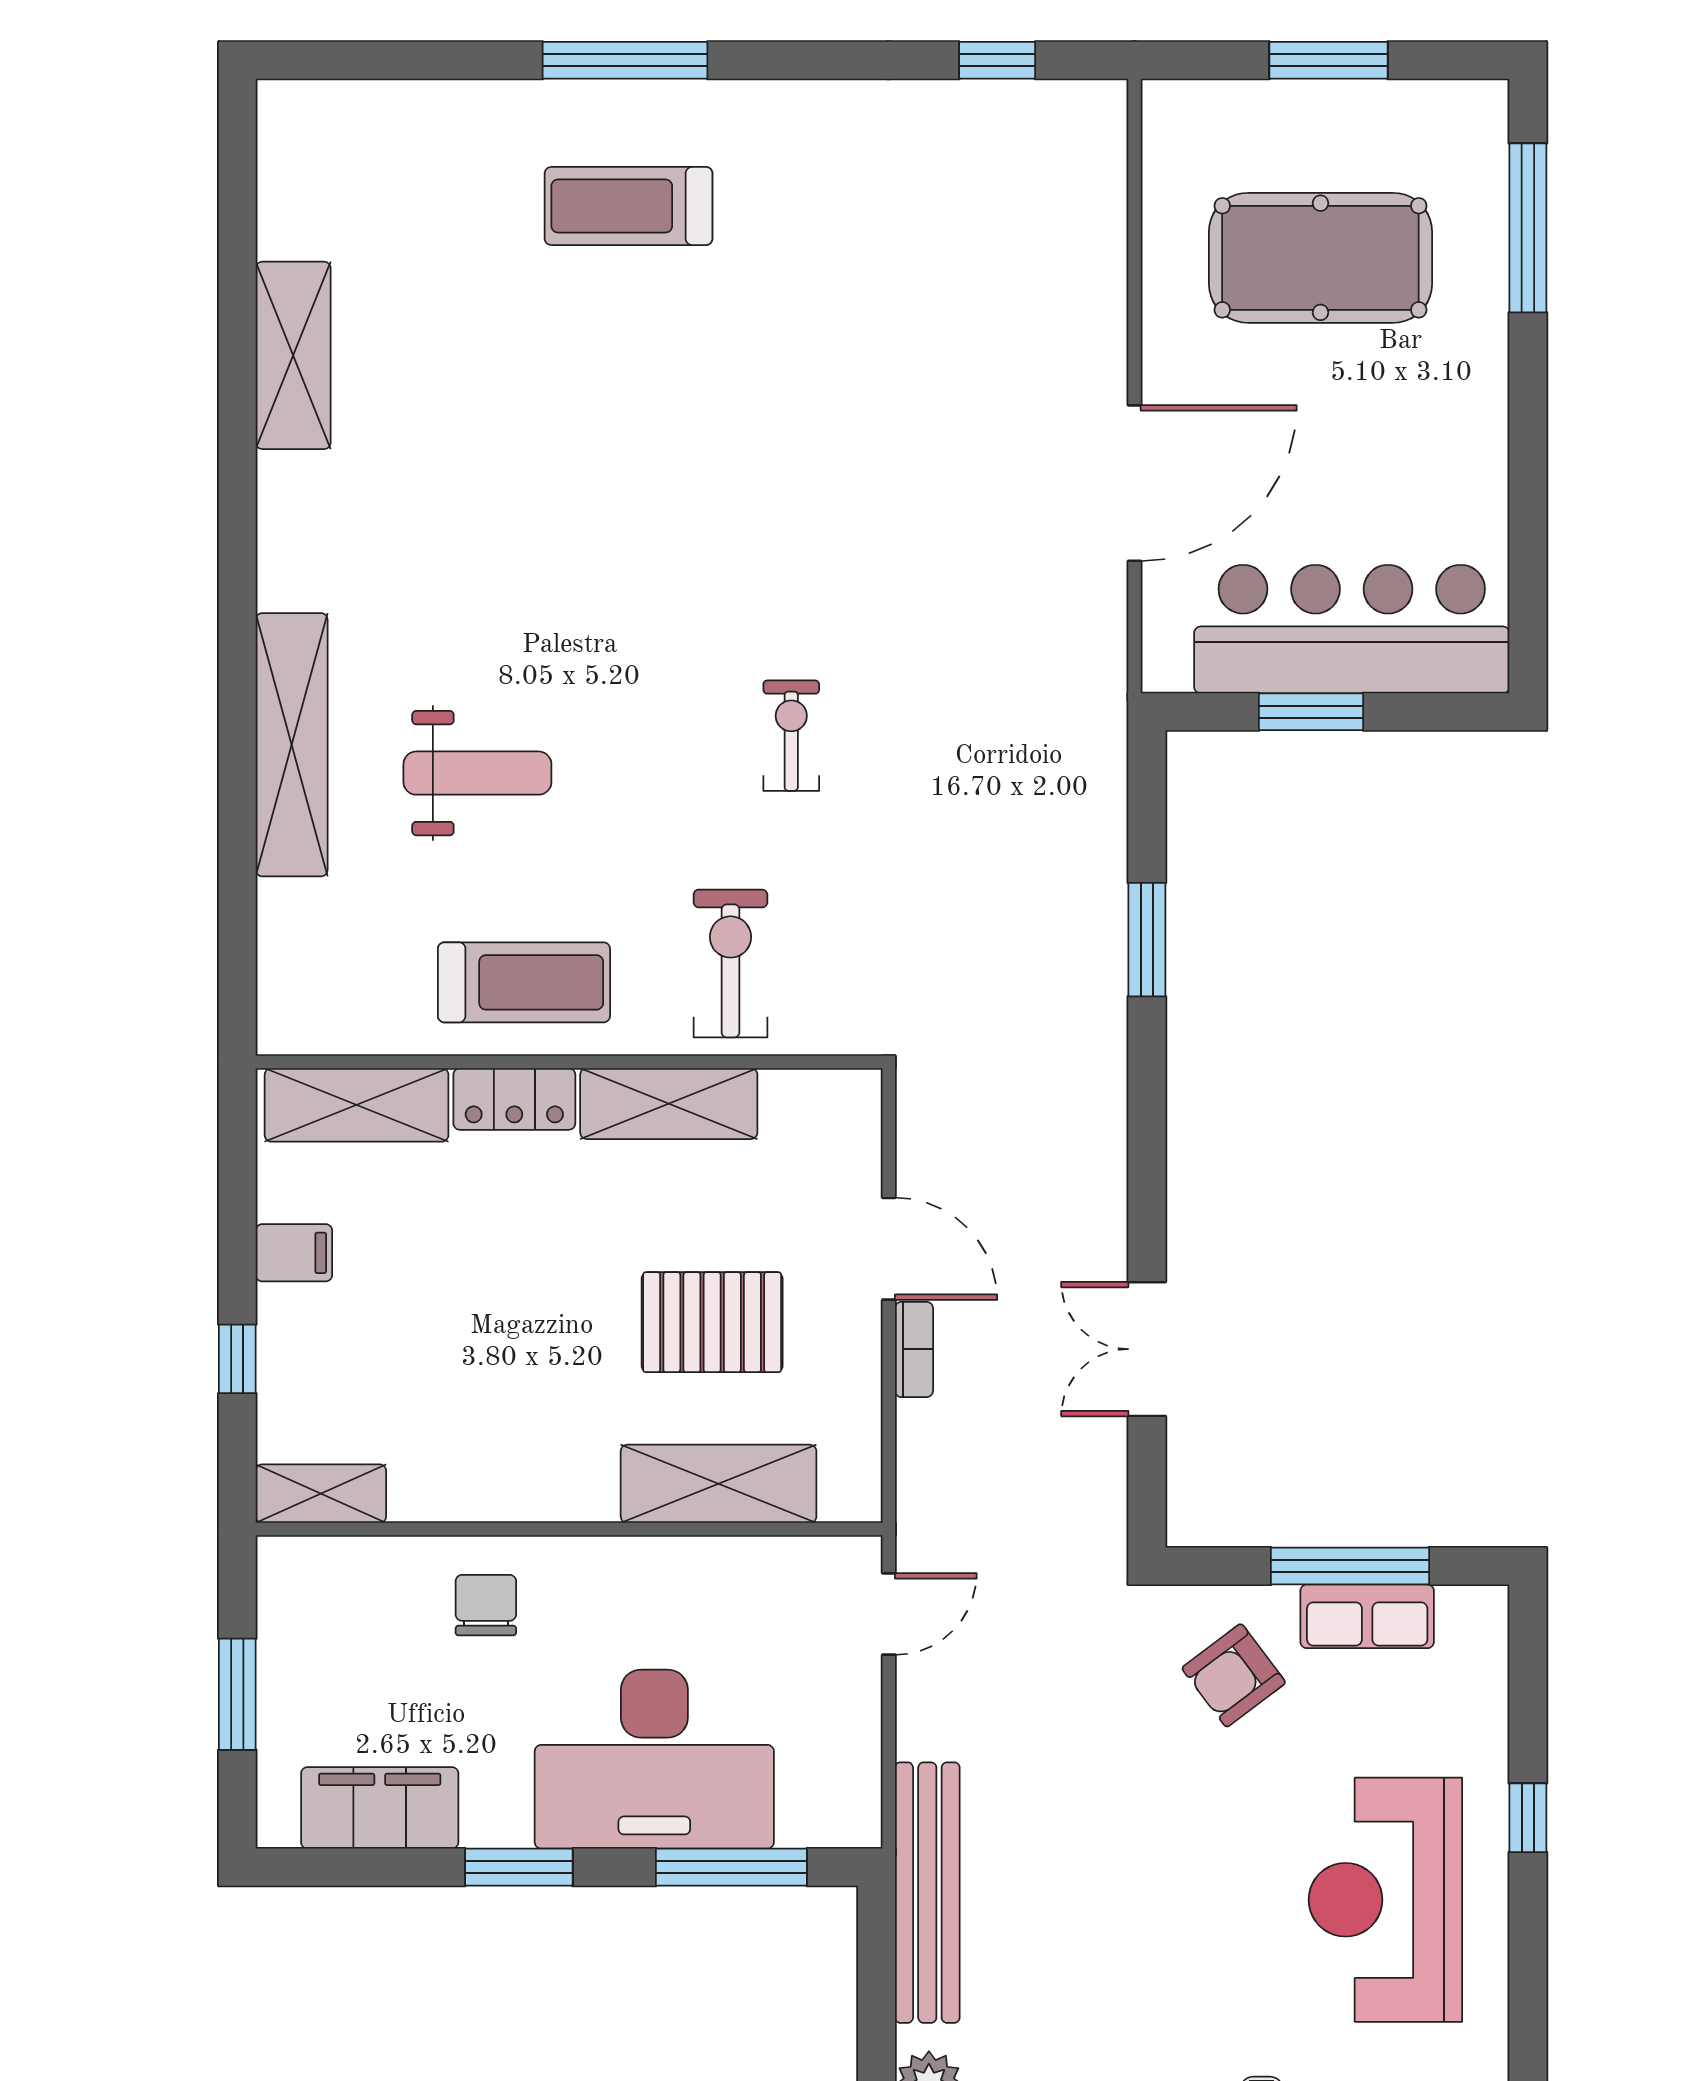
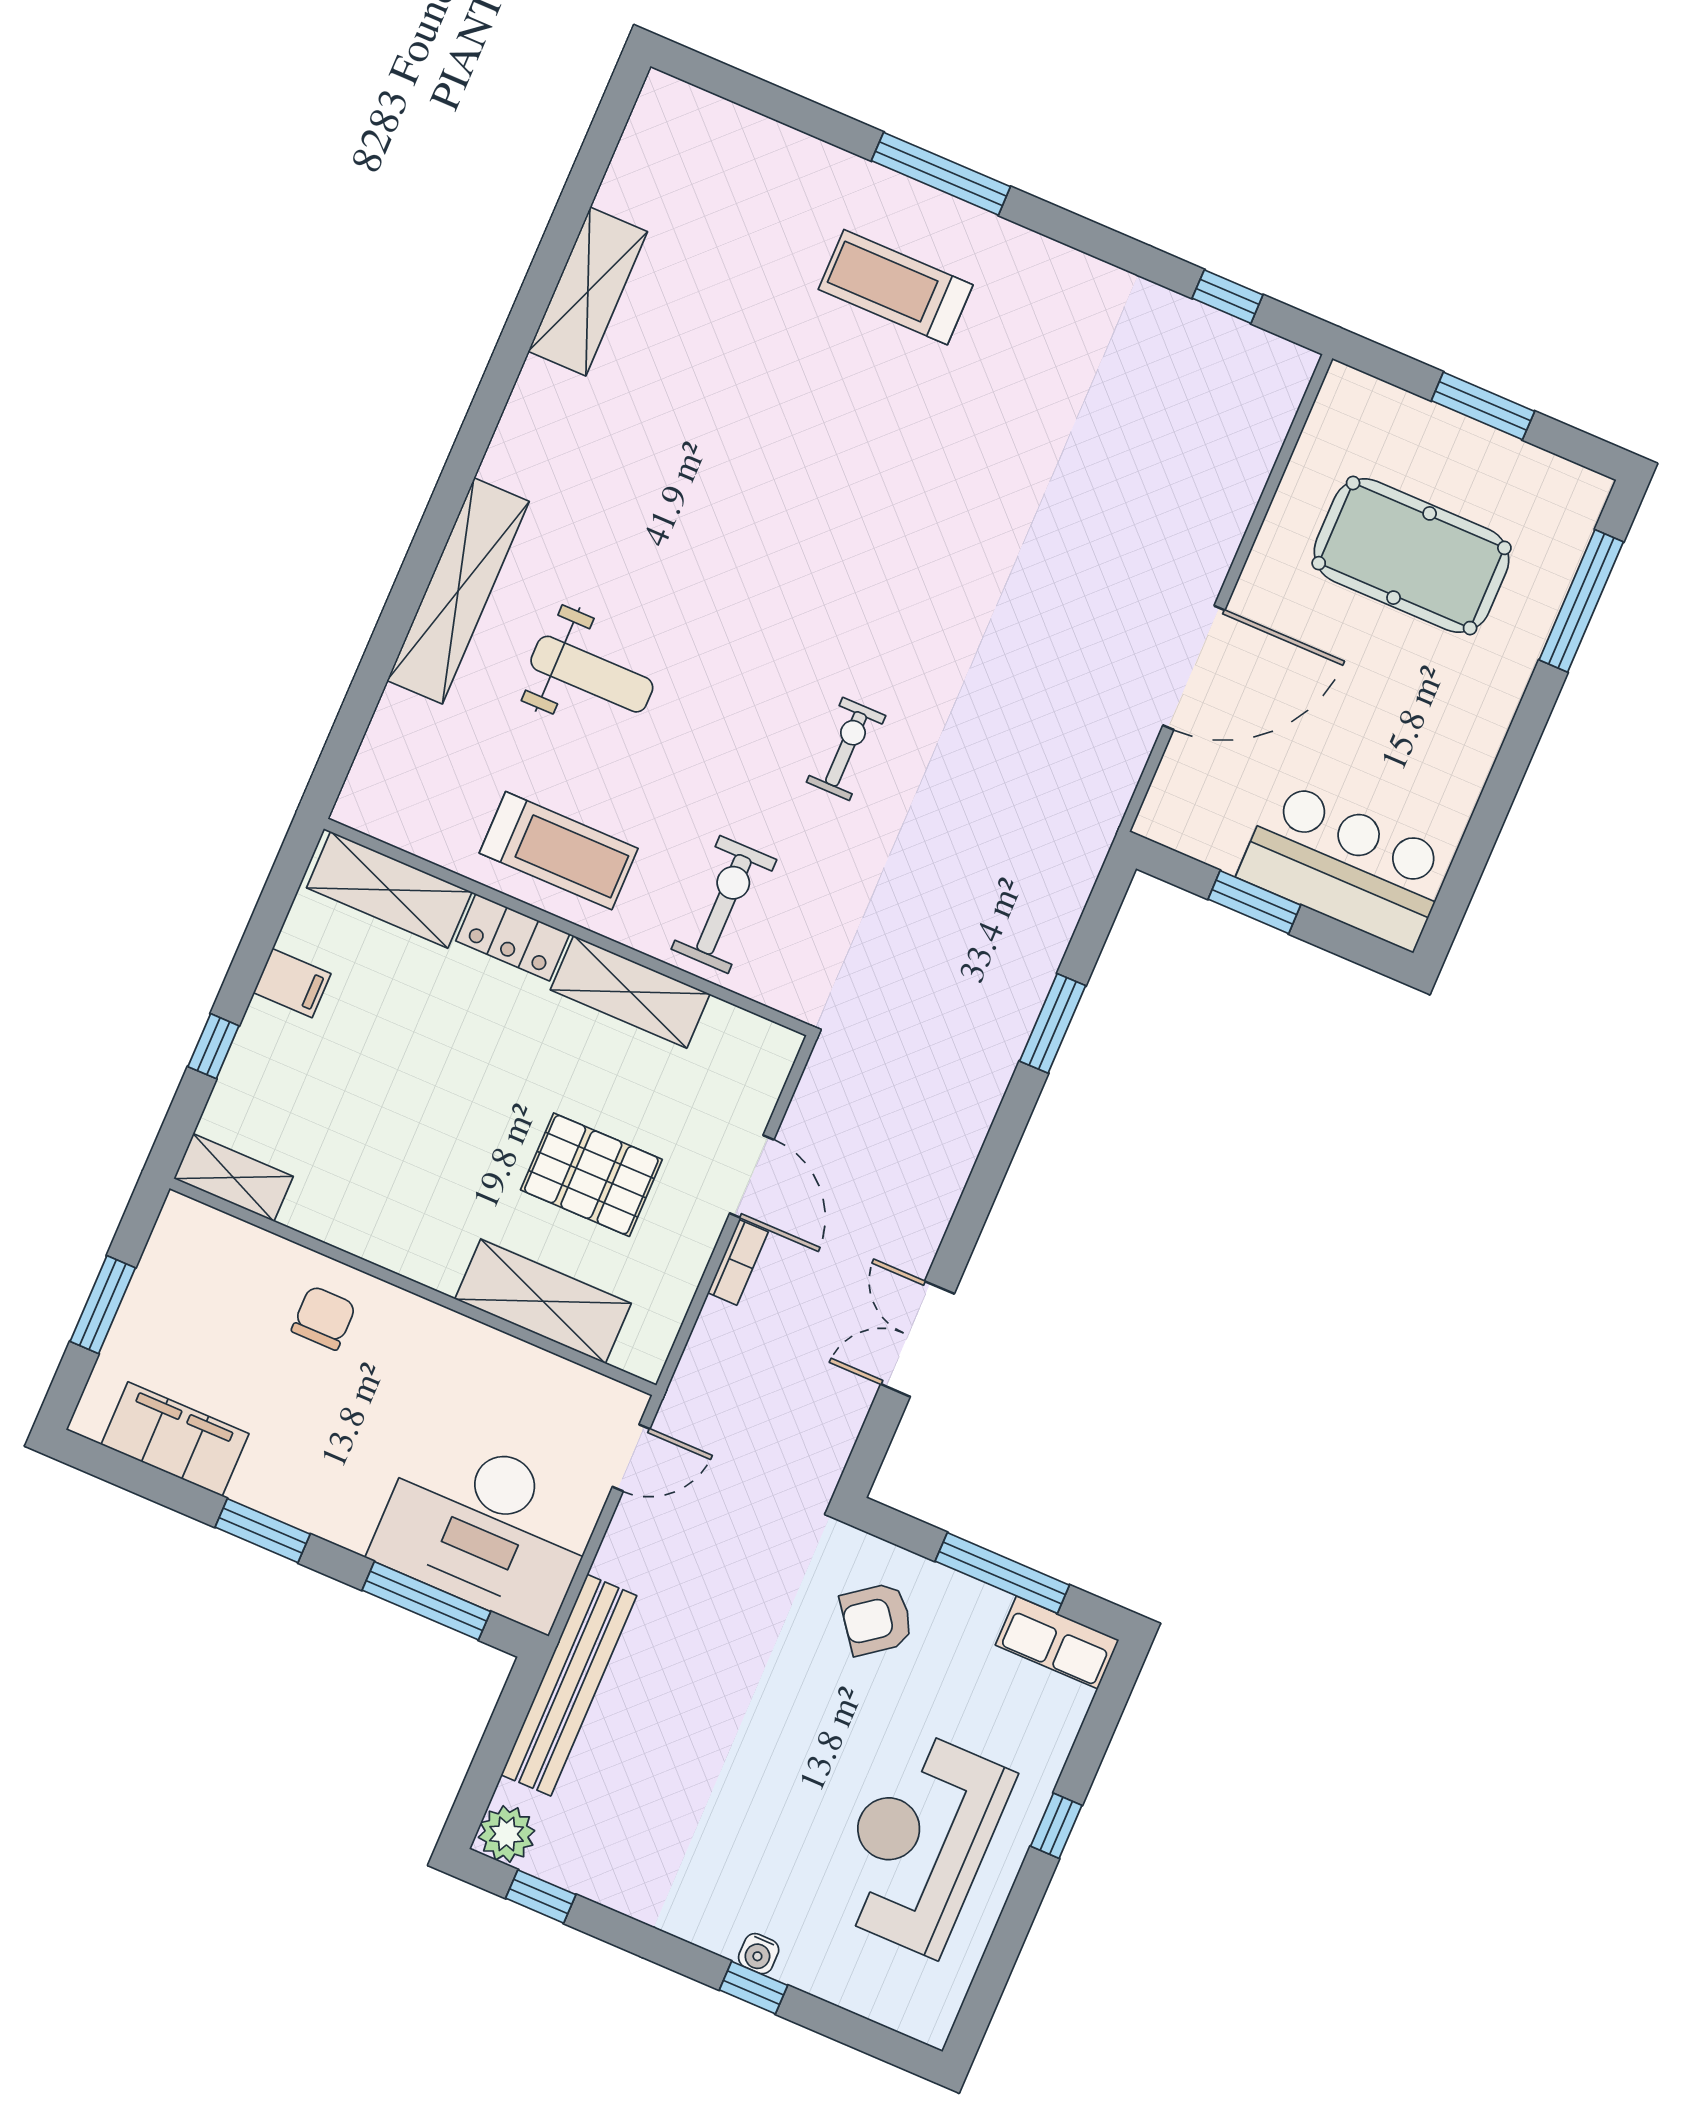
bar counter: (1352, 629) -> (1345, 866), width x0.73
row of seats: (1367, 1616) -> (1057, 1642), moved
desk: (654, 1759) -> (486, 1528), moved

